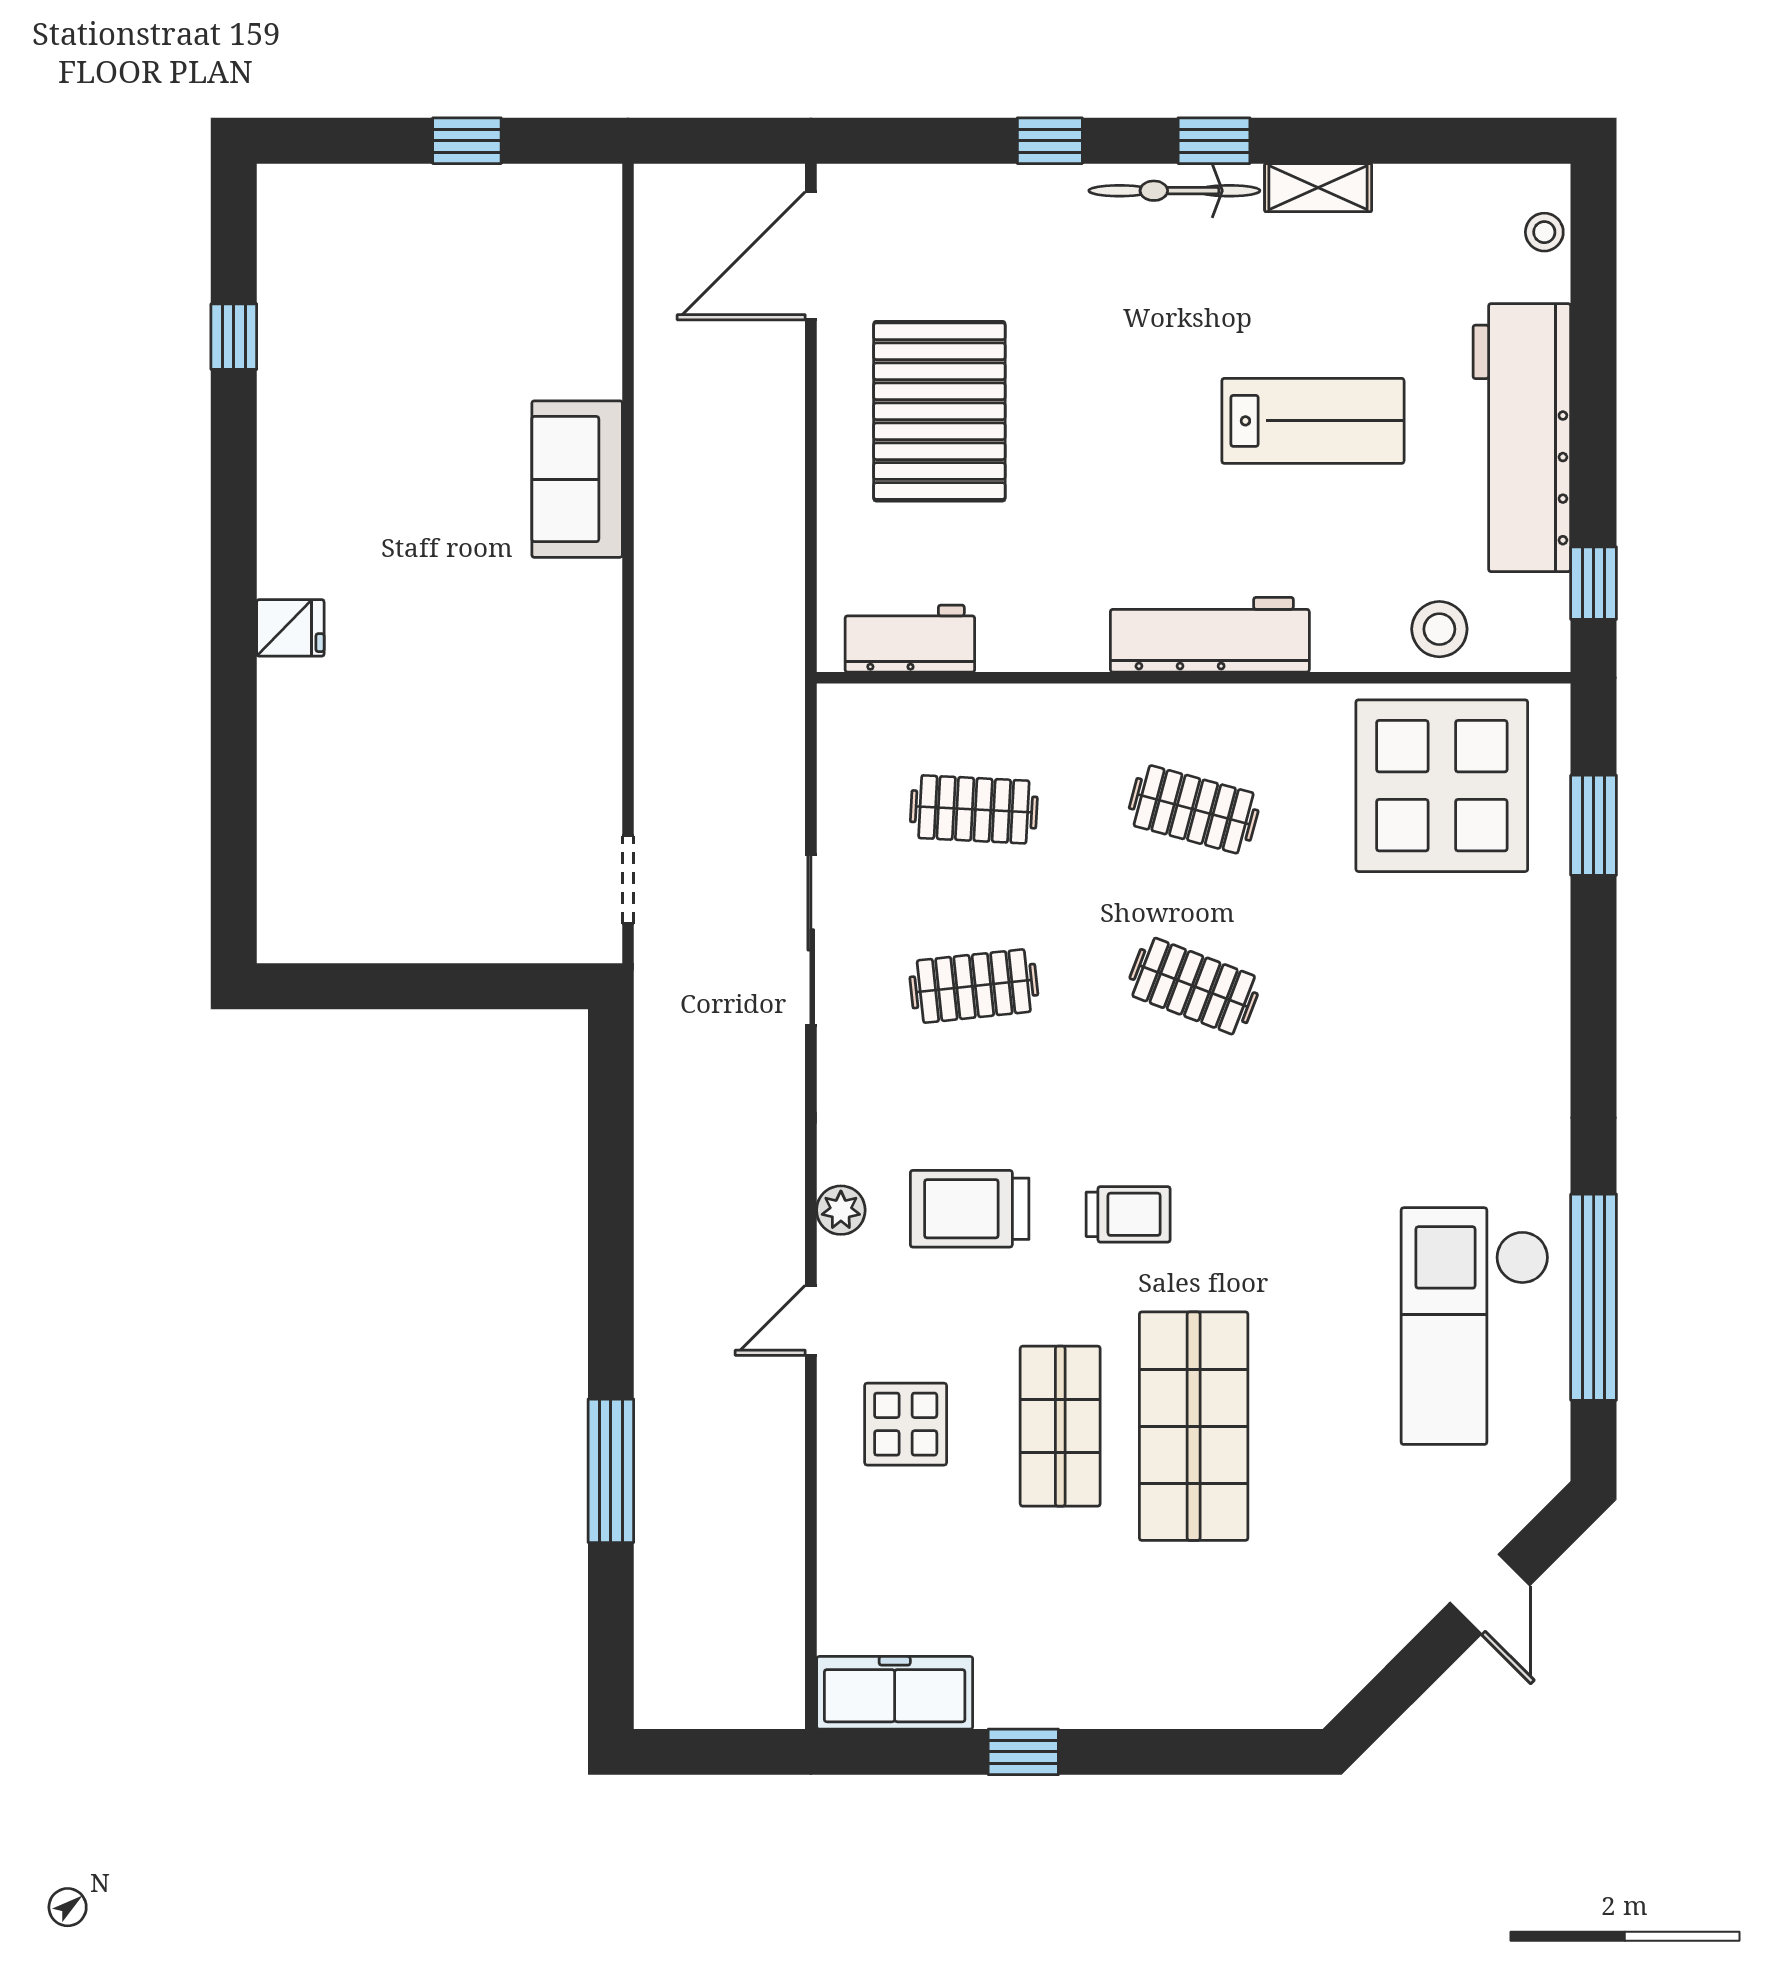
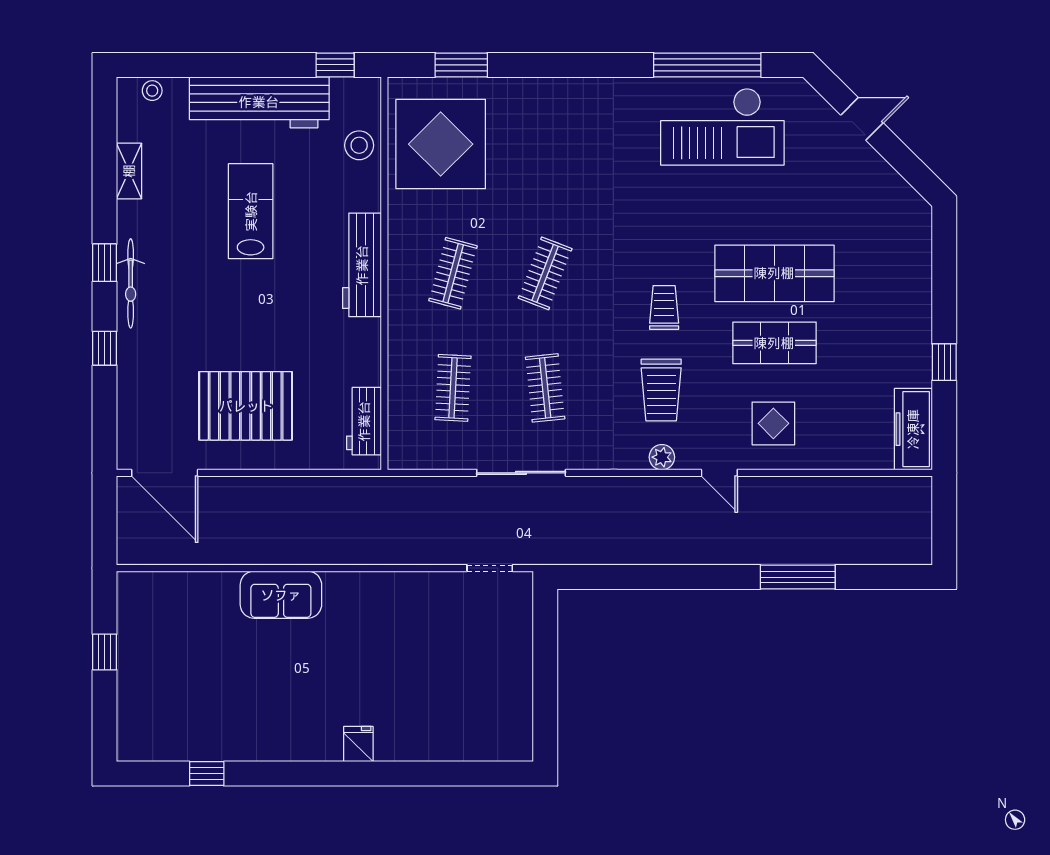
shelving: (1318, 188) -> (129, 171), moved

